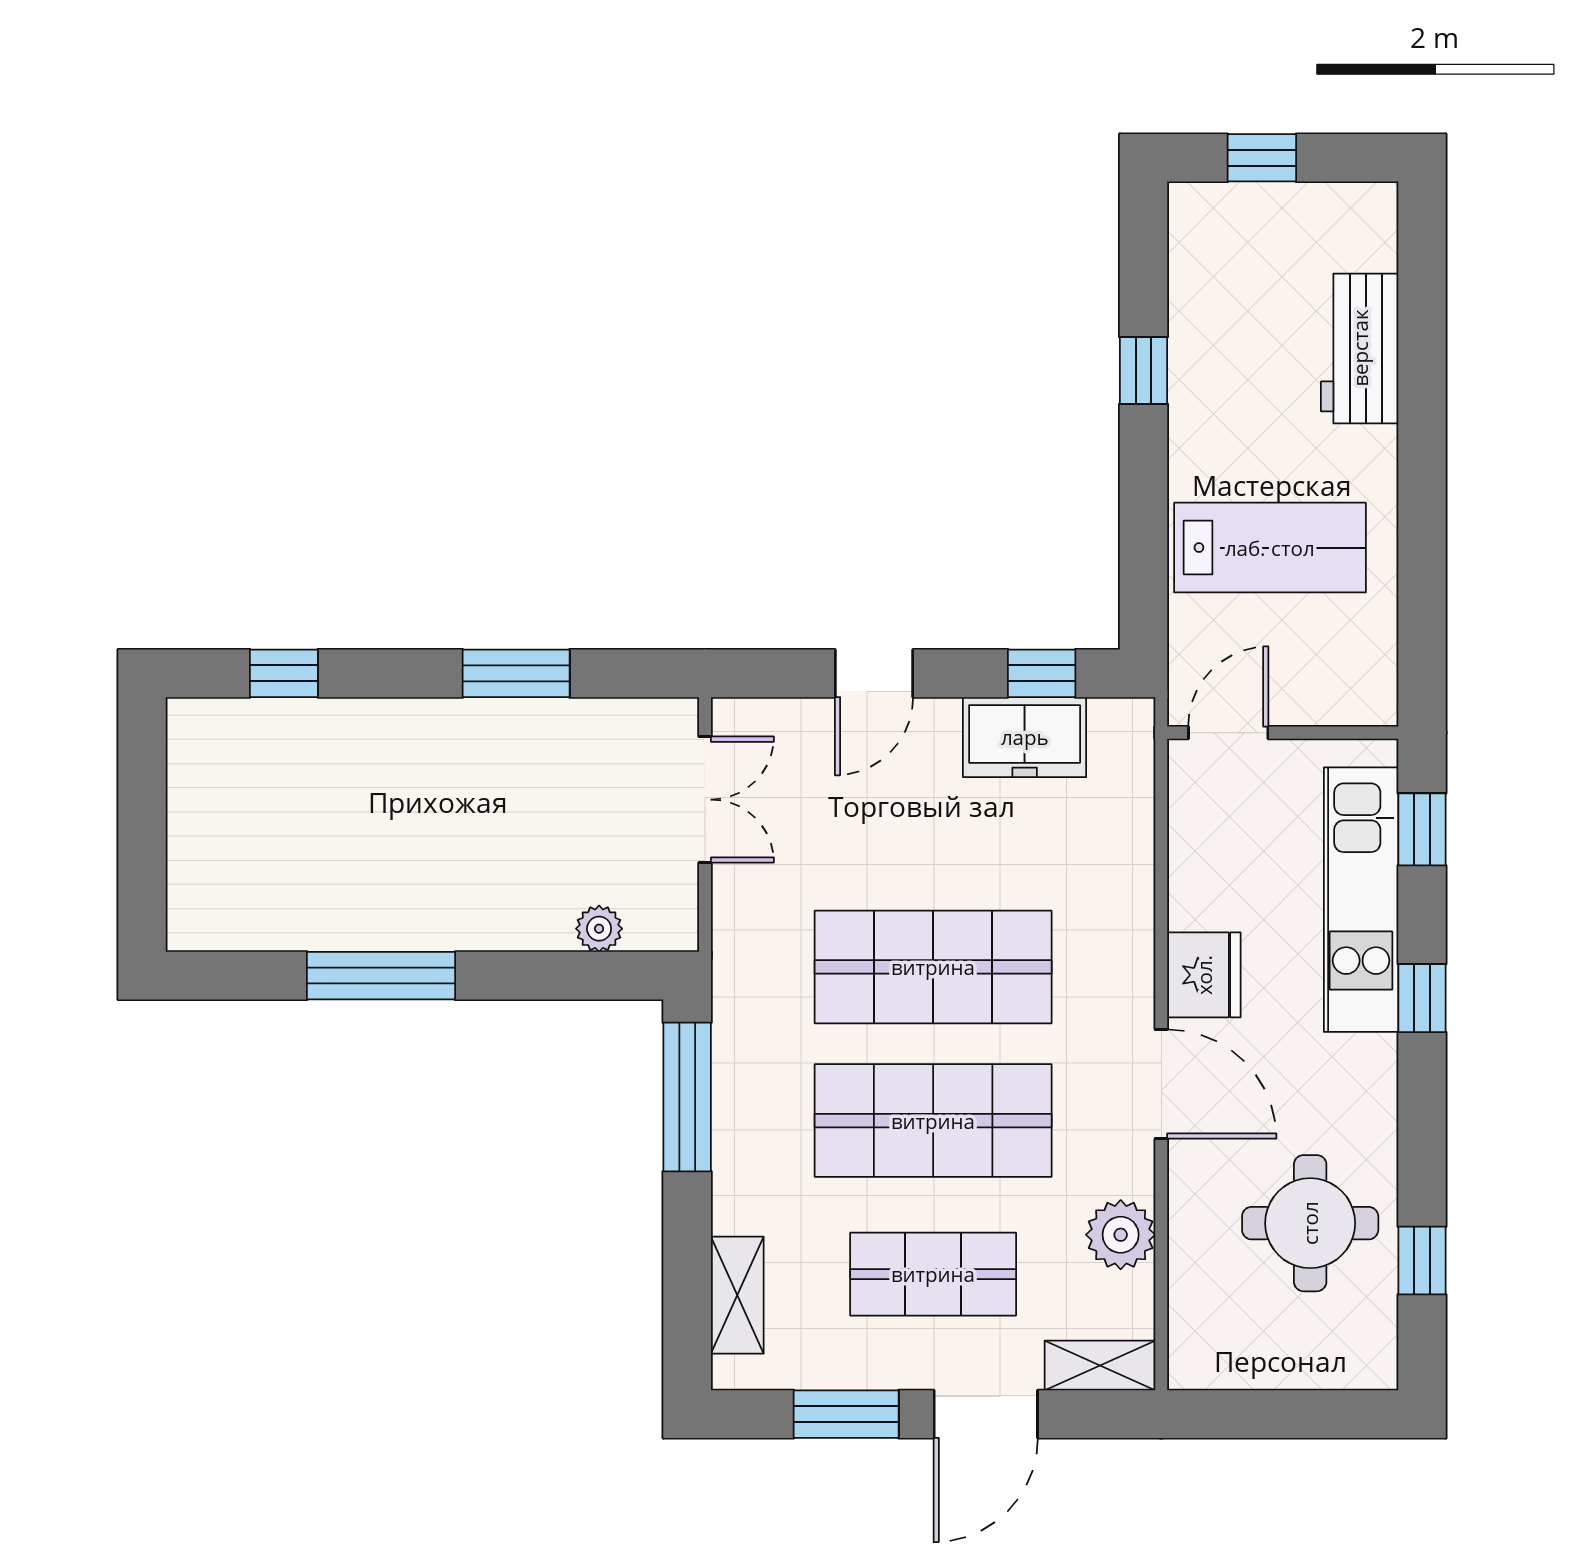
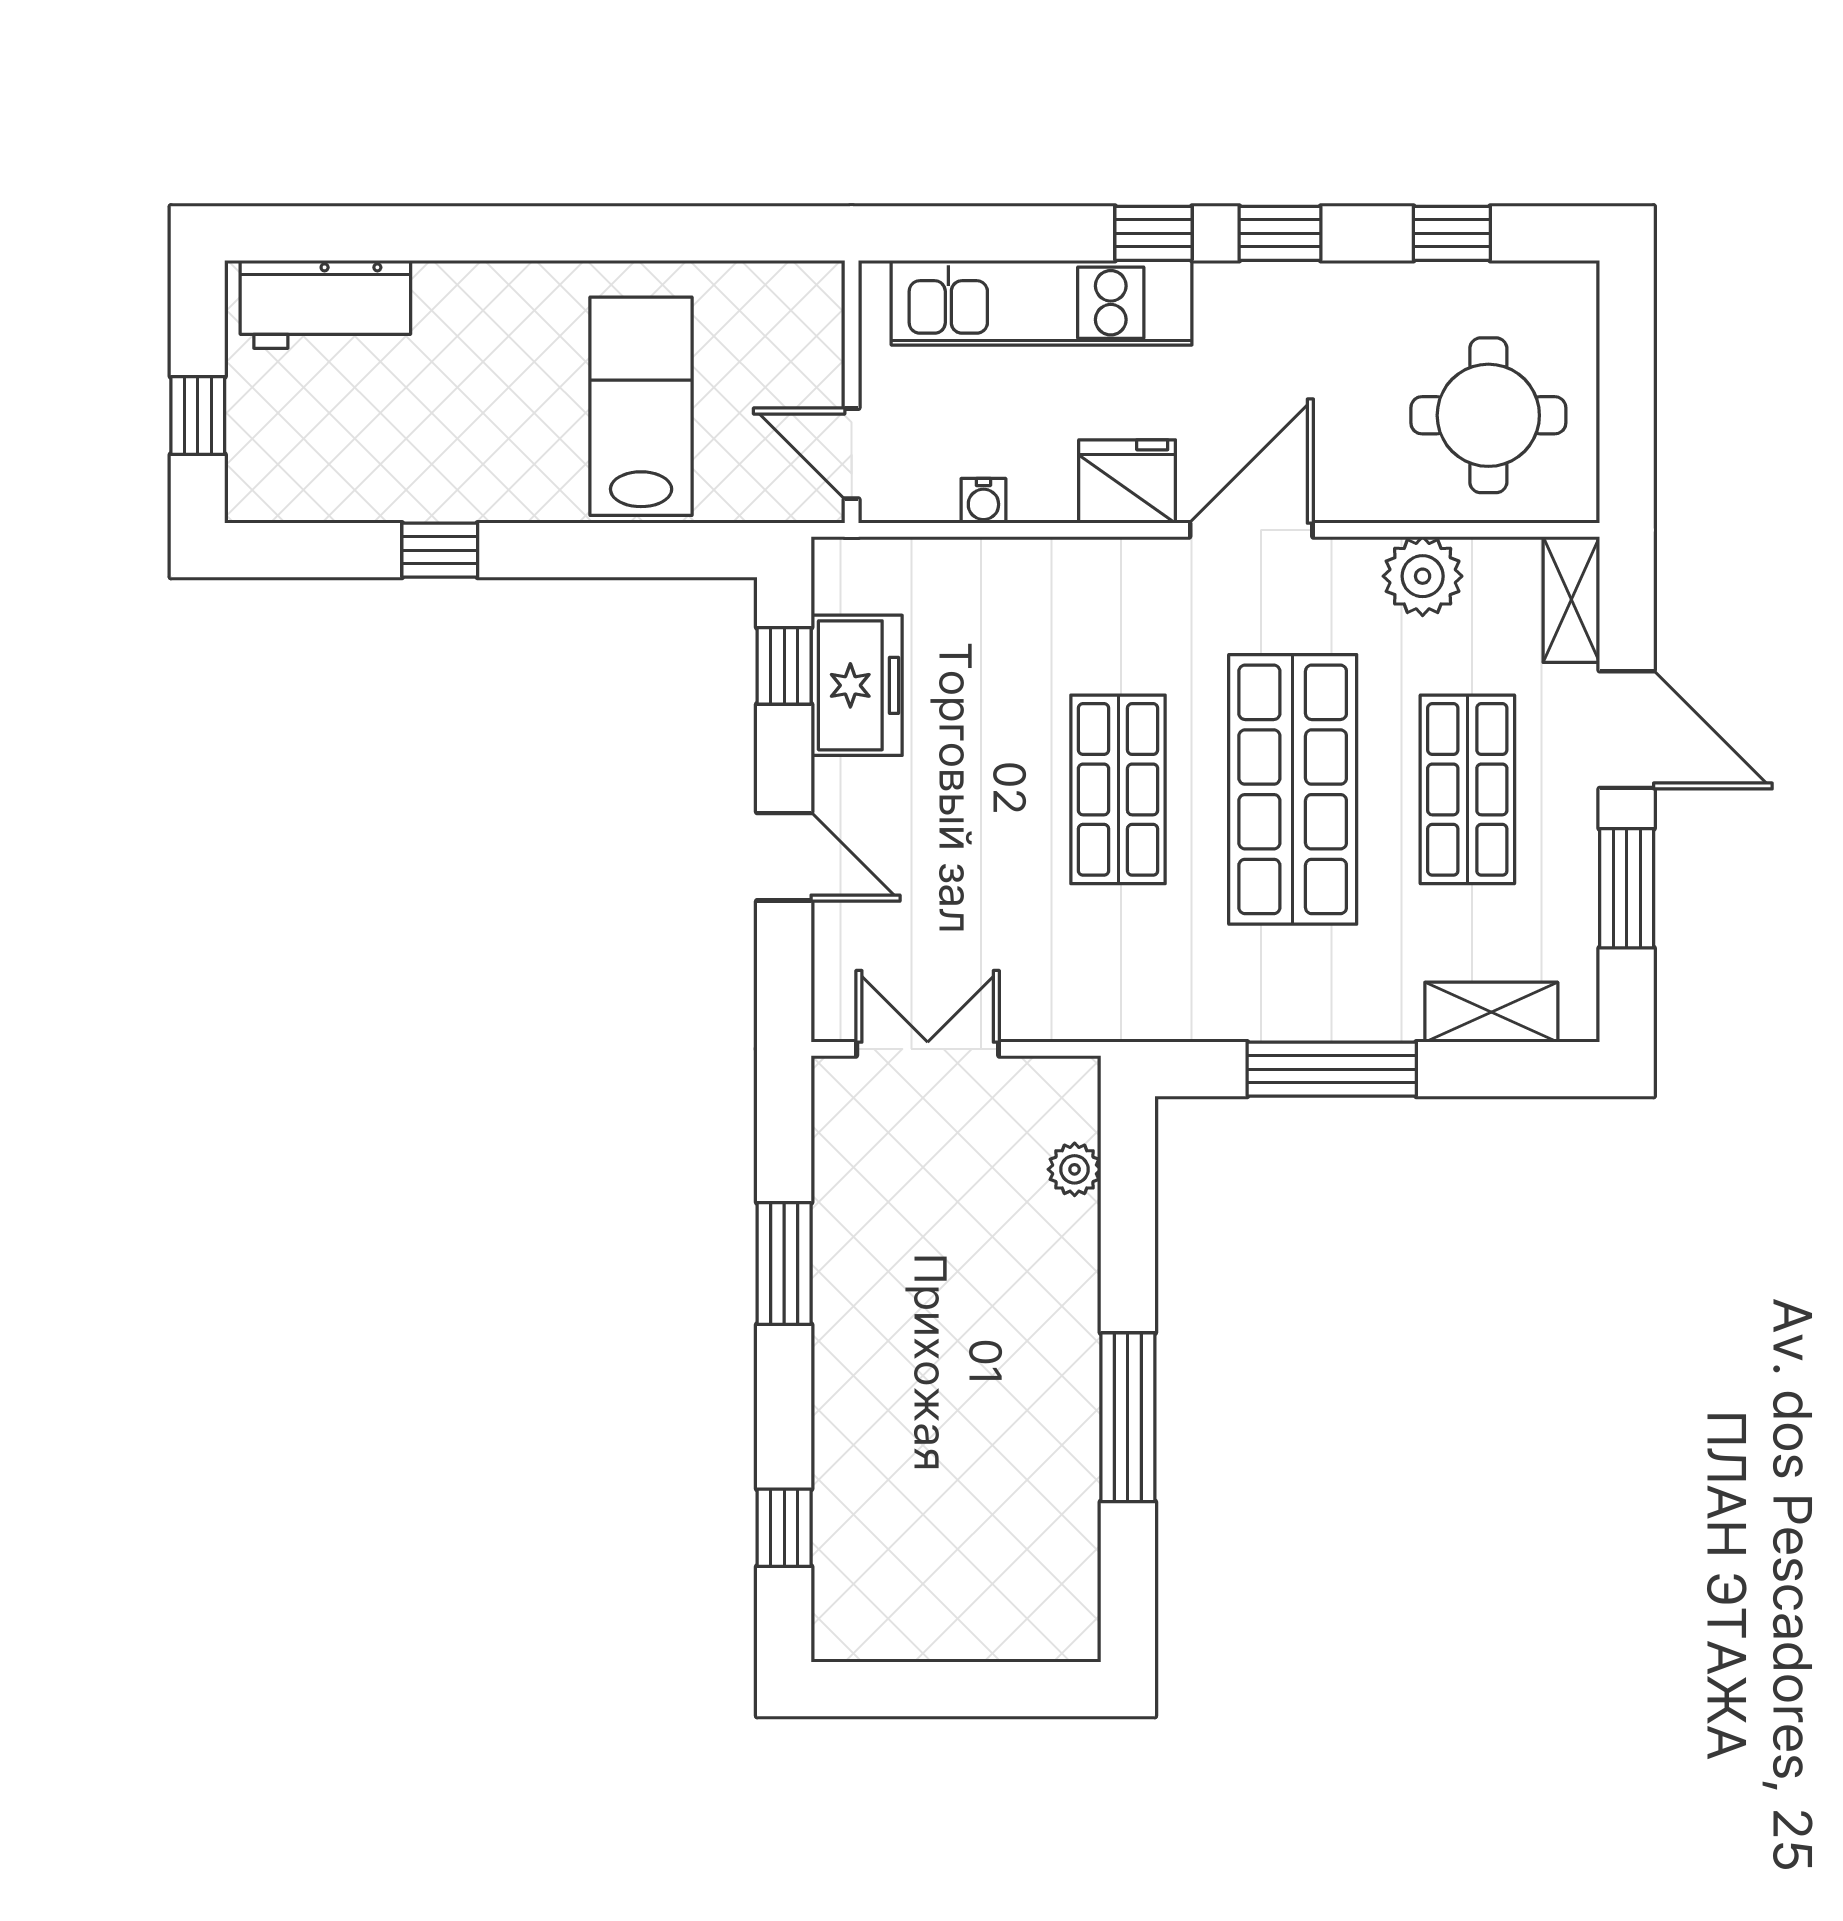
workbench: (1360, 348) -> (325, 304), moved
window: (1422, 829) -> (1280, 233), moved
water cooler: (1187, 849) -> (983, 501), added
shop shelf: (933, 967) -> (1118, 789), width x0.70, depth x0.74
window: (687, 1097) -> (1332, 1069), moved
round table: (1310, 1223) -> (1488, 415), moved

